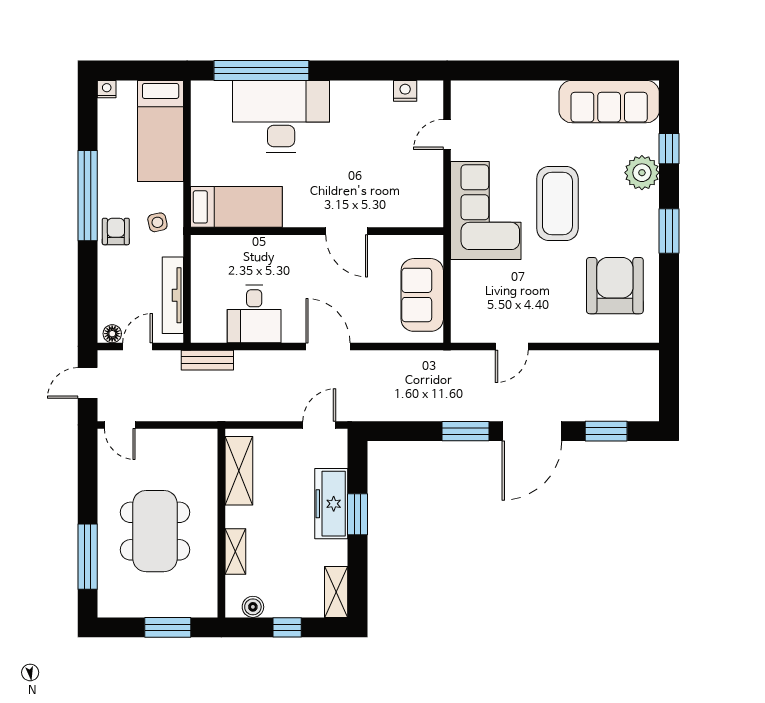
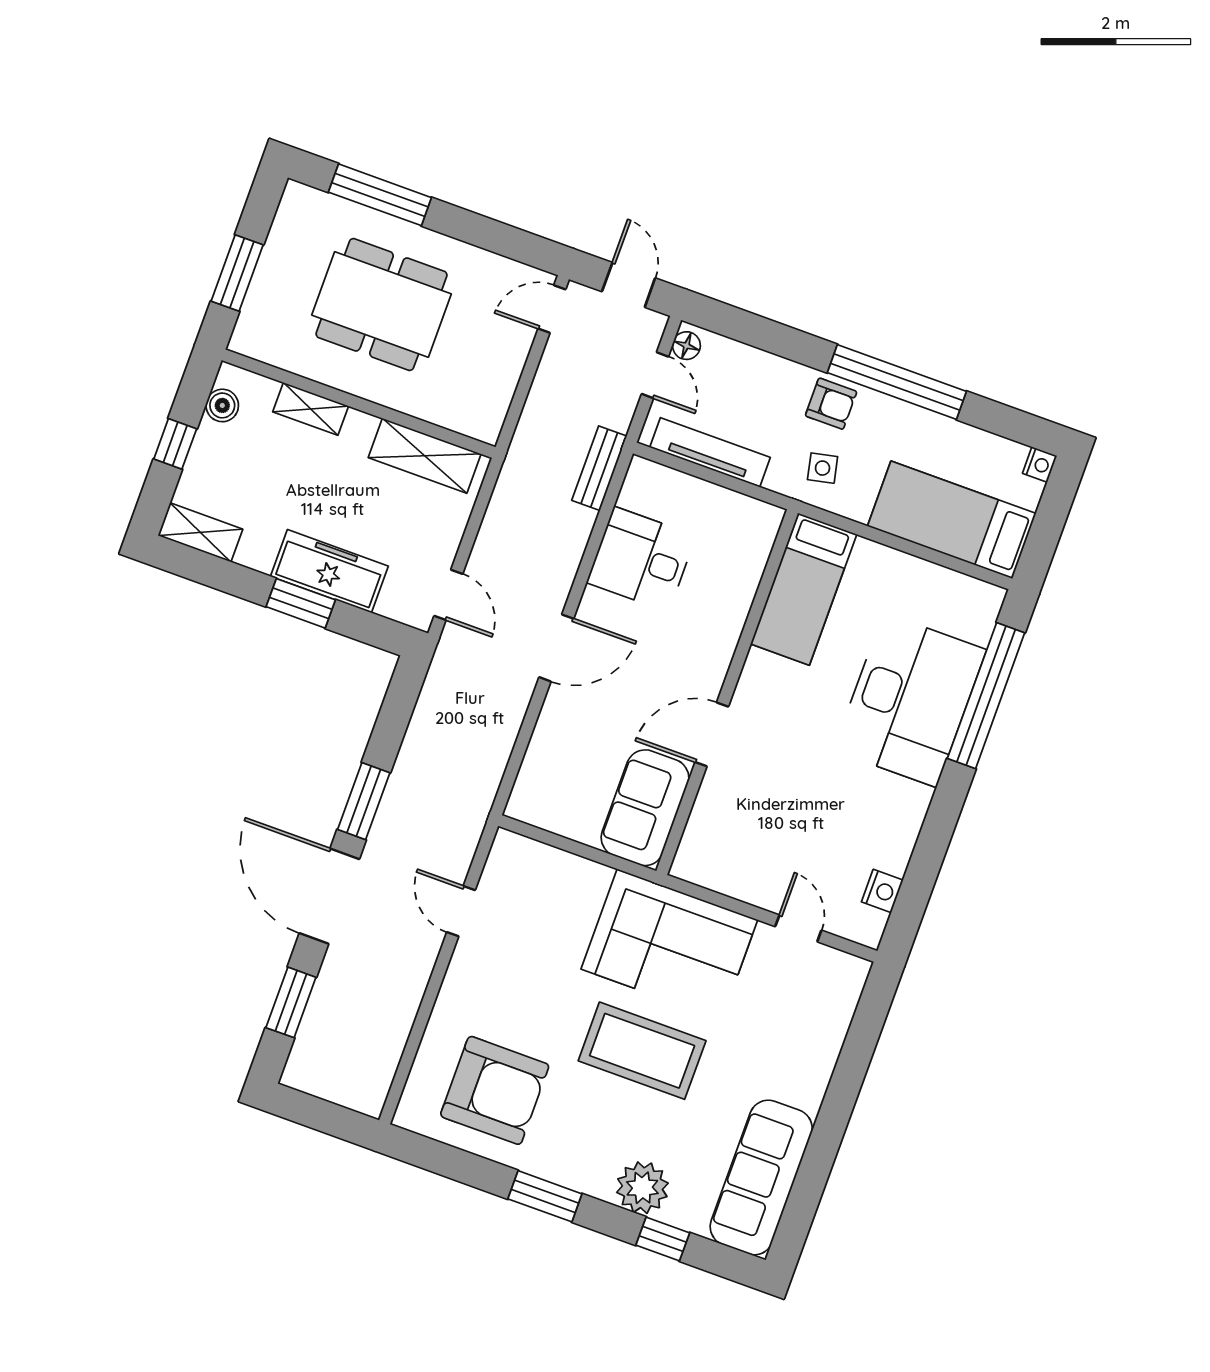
sofa: (422, 295) -> (645, 808), moved, turned -90

